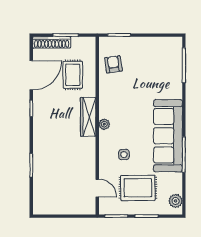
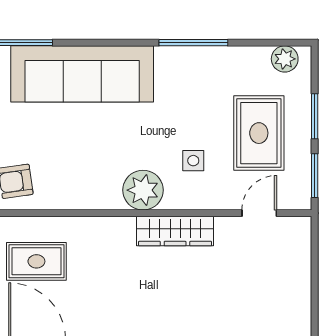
wardrobe: (88, 117) -> (175, 231), moved
plant: (104, 124) -> (143, 190), width x1.87, depth x1.87
sofa: (168, 136) -> (82, 74), moved

